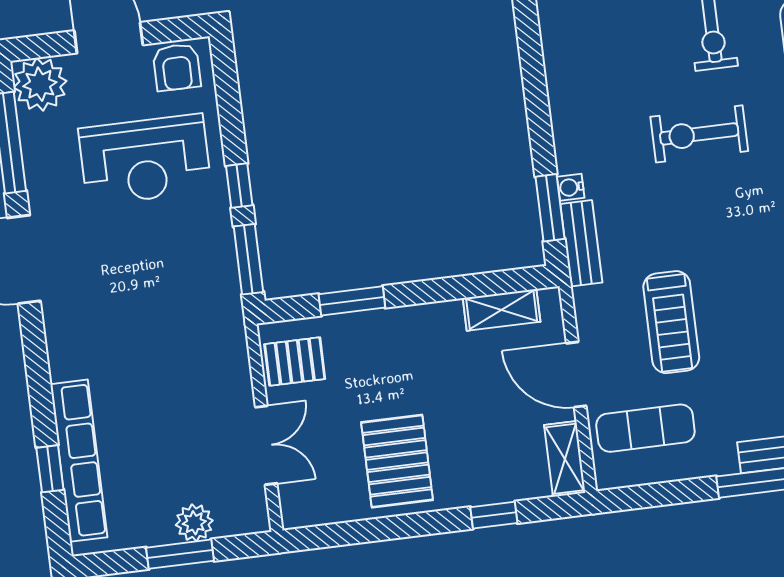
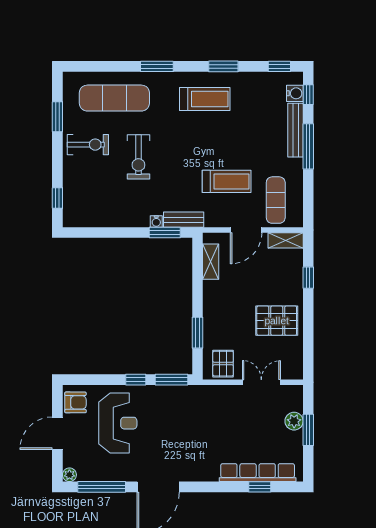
plant: (40, 84) -> (69, 475), width x0.53, depth x0.53

